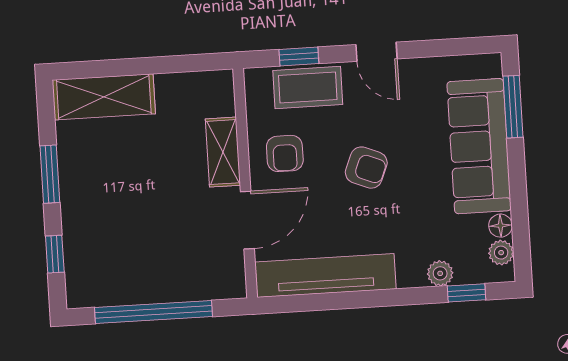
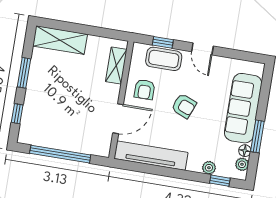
window: (513, 107) -> (257, 136), moved
shelving: (223, 152) -> (116, 66), moved

